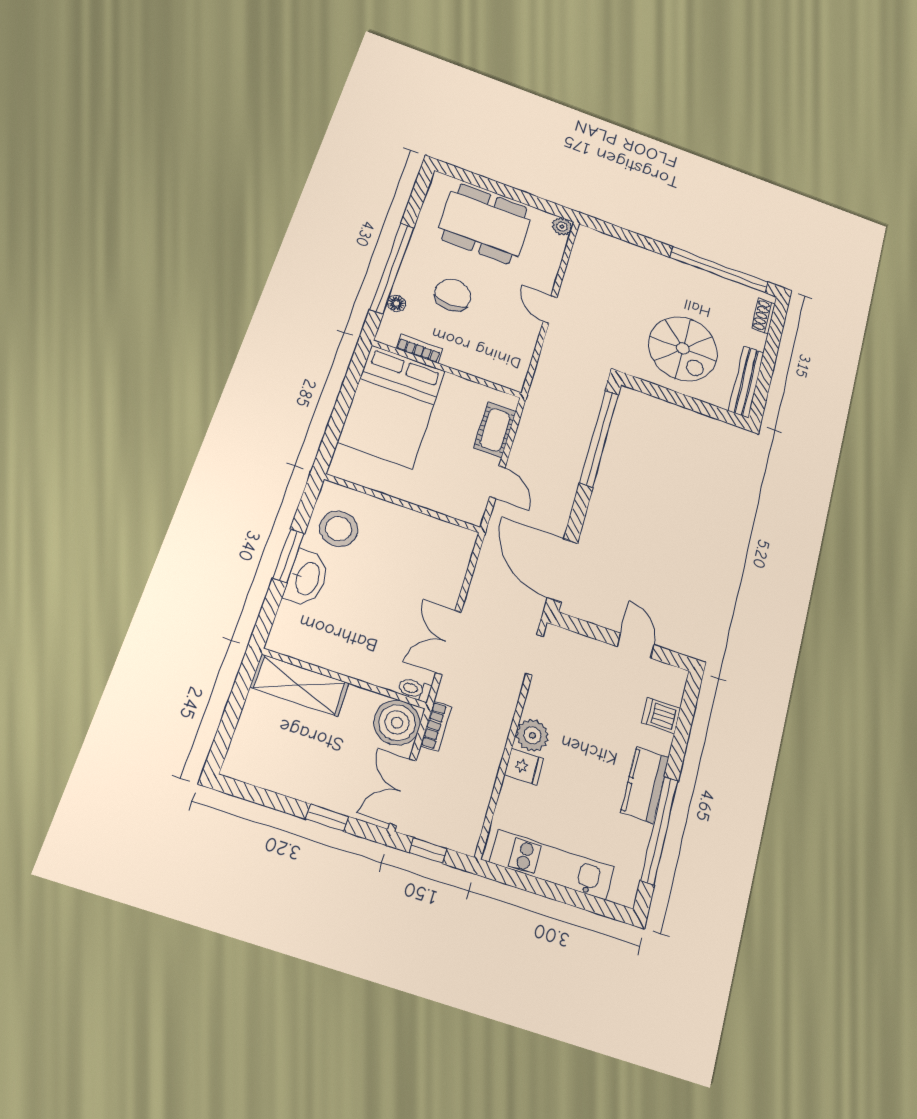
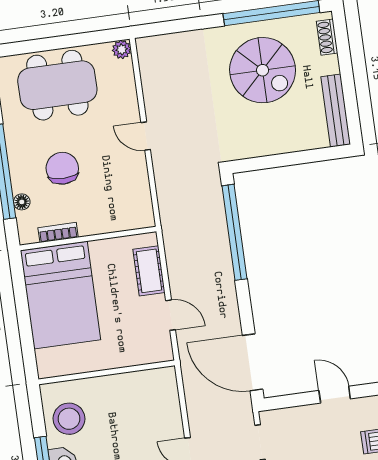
spiral stairs: (683, 349) -> (263, 70), moved

